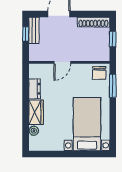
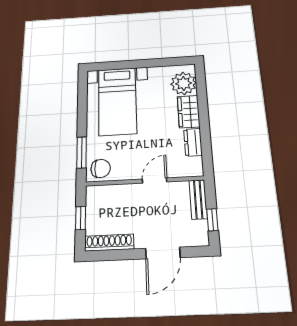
bench: (34, 30) -> (198, 199), moved
chair: (99, 73) -> (101, 169), turned 90
plant: (34, 131) -> (184, 83), width x1.87, depth x1.87

